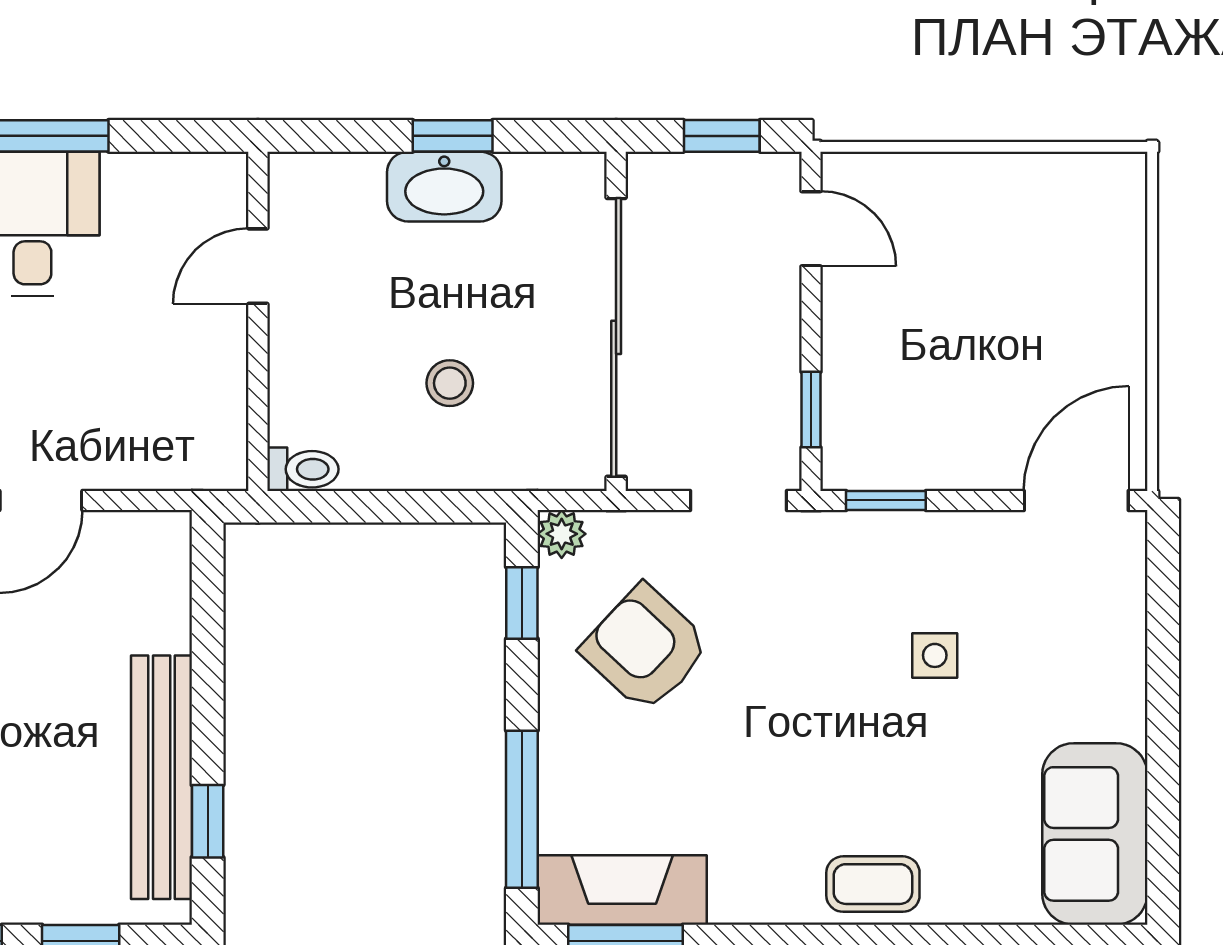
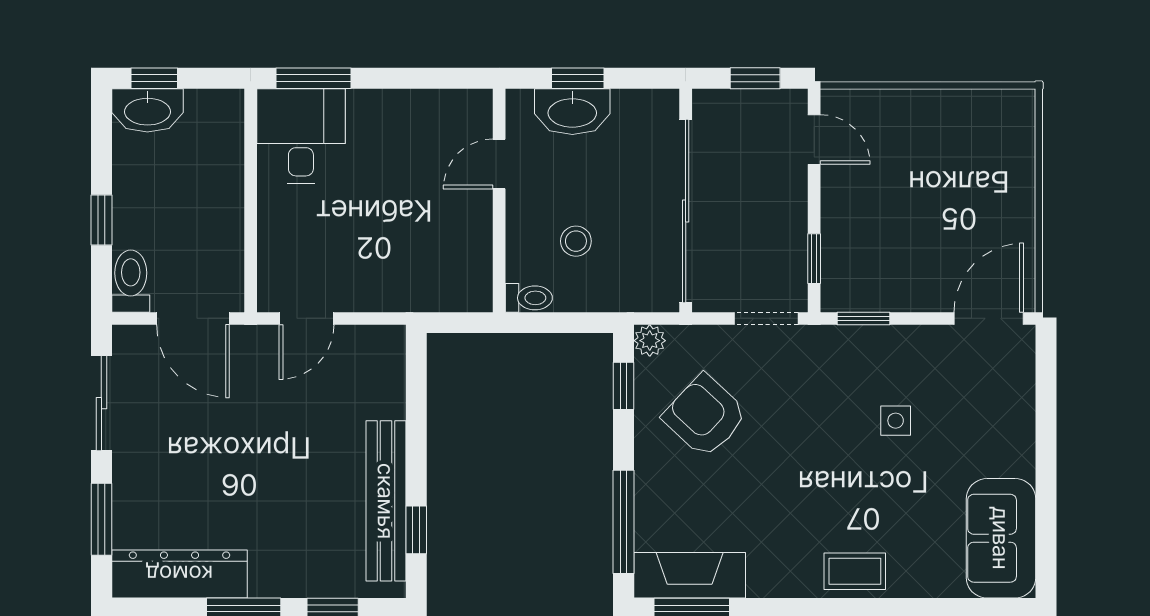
door: (258, 266) -> (499, 164), moved
wall: (258, 321) -> (499, 200), moved
toilet: (303, 469) -> (529, 298), moved

